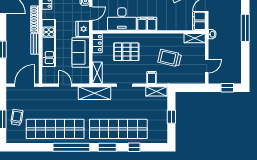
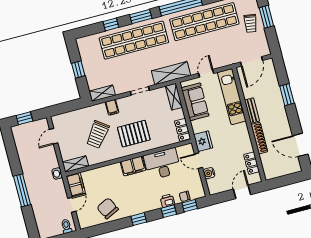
door: (91, 14) -> (198, 161), hinge flipped
kitchen unit: (49, 43) -> (232, 97), moved
sofa: (81, 52) -> (195, 102), moved
pallet: (126, 52) -> (134, 134), moved
trolley: (170, 58) -> (98, 134), turned 114
door: (65, 85) -> (206, 73), swing flipped

